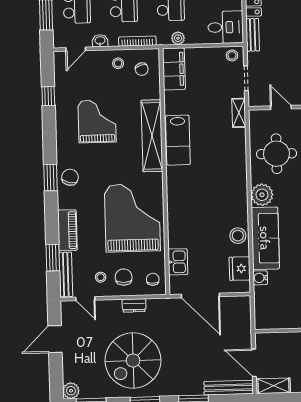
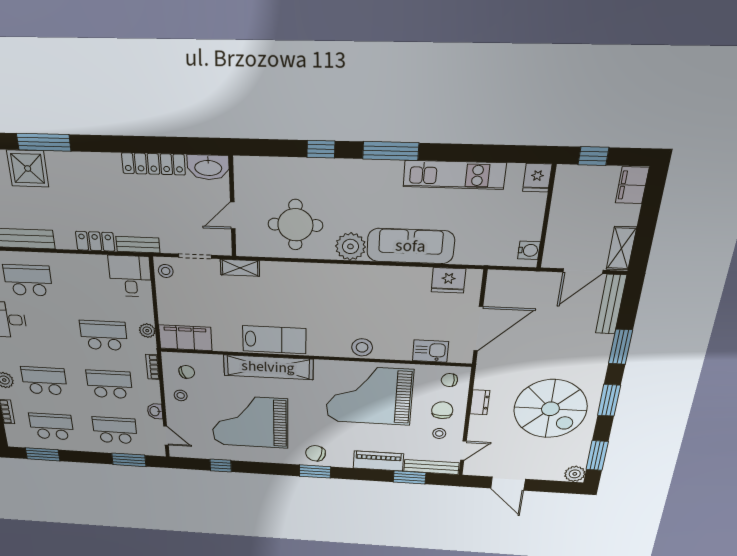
bookcase: (137, 41) -> (153, 367), width x0.64
grand piano: (97, 121) -> (250, 422), width x1.37, depth x1.48
stool: (238, 236) -> (362, 347), moved
chair: (124, 277) -> (442, 410), turned 90
water cooler: (260, 278) -> (529, 250), moved, turned -90

